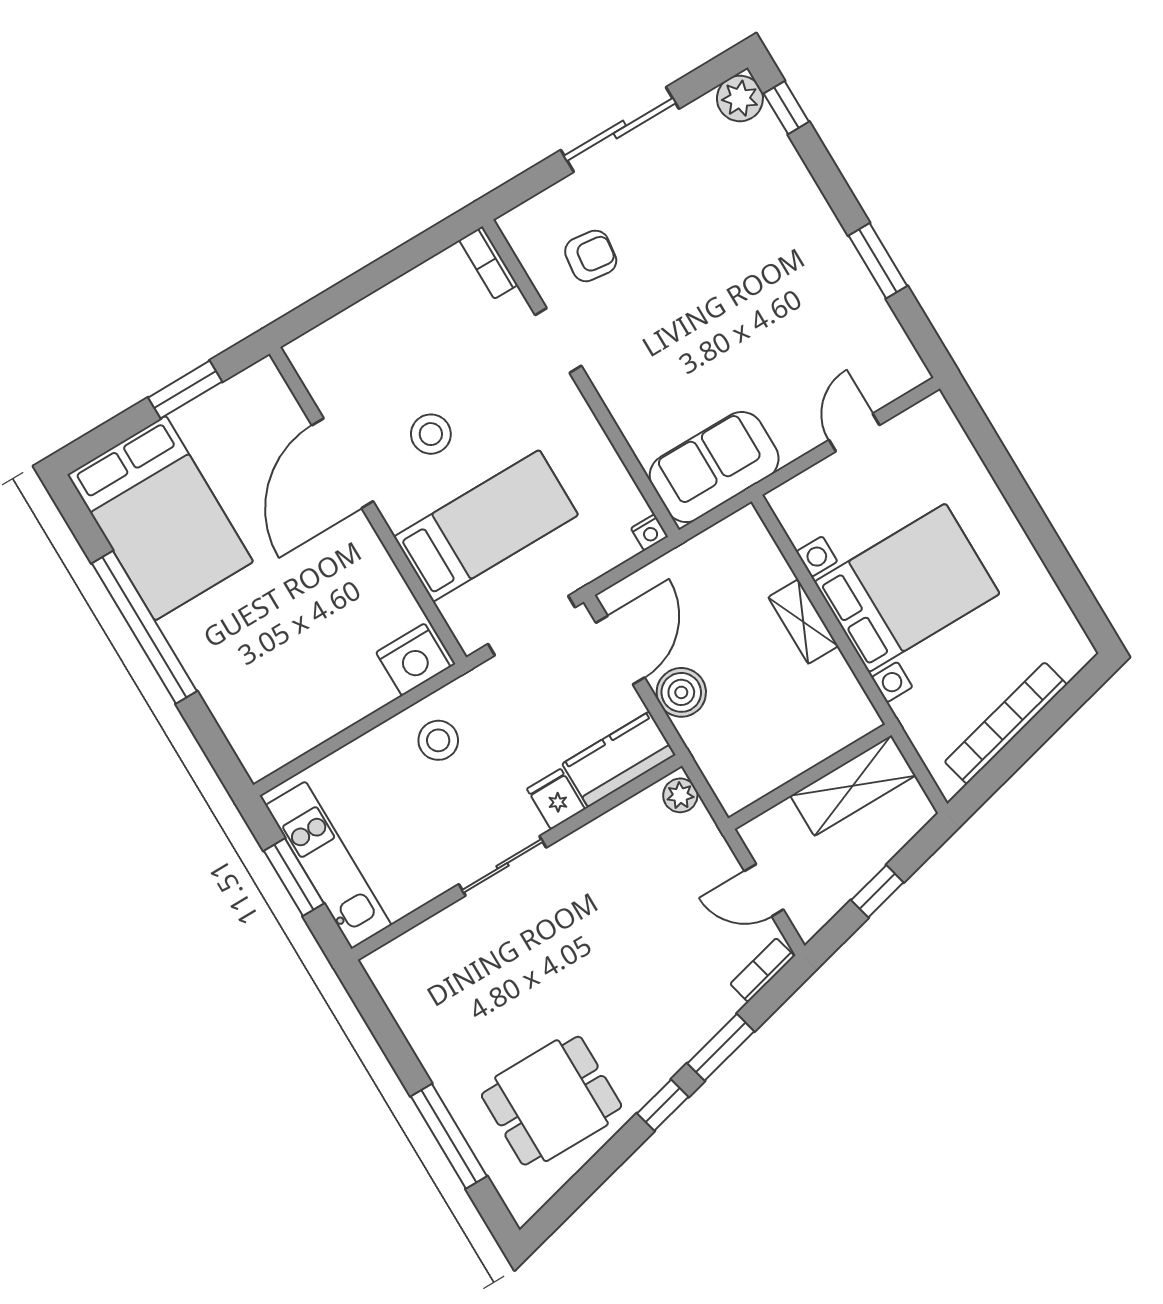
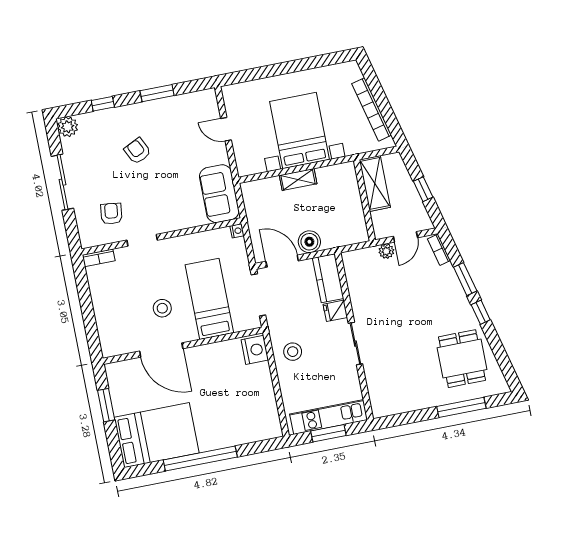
window: (786, 108) -> (103, 104), moved
armchair: (742, 263) -> (137, 151), added
plant: (680, 795) -> (386, 251), moved

